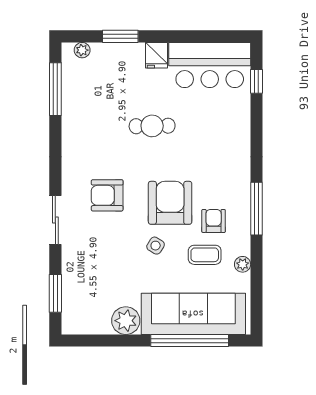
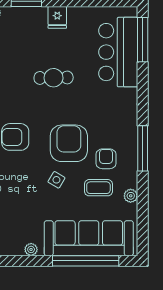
bar counter: (210, 65) -> (118, 52), moved, turned 90
window: (256, 81) -> (143, 40), width x2.17
plant: (126, 321) -> (31, 249), width x0.53, depth x0.53

